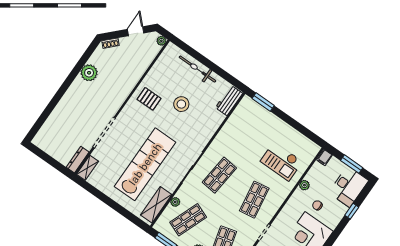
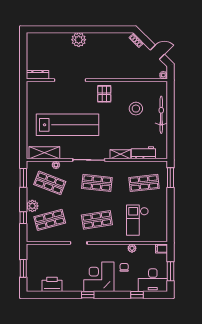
plant: (89, 73) -> (79, 40), moved
pallet: (149, 99) -> (104, 94), moved
workbench: (229, 100) -> (143, 153), moved
stool: (181, 104) -> (136, 109), moved
shop shelf: (251, 130) -> (144, 183), added
shelving: (87, 168) -> (120, 154), moved

